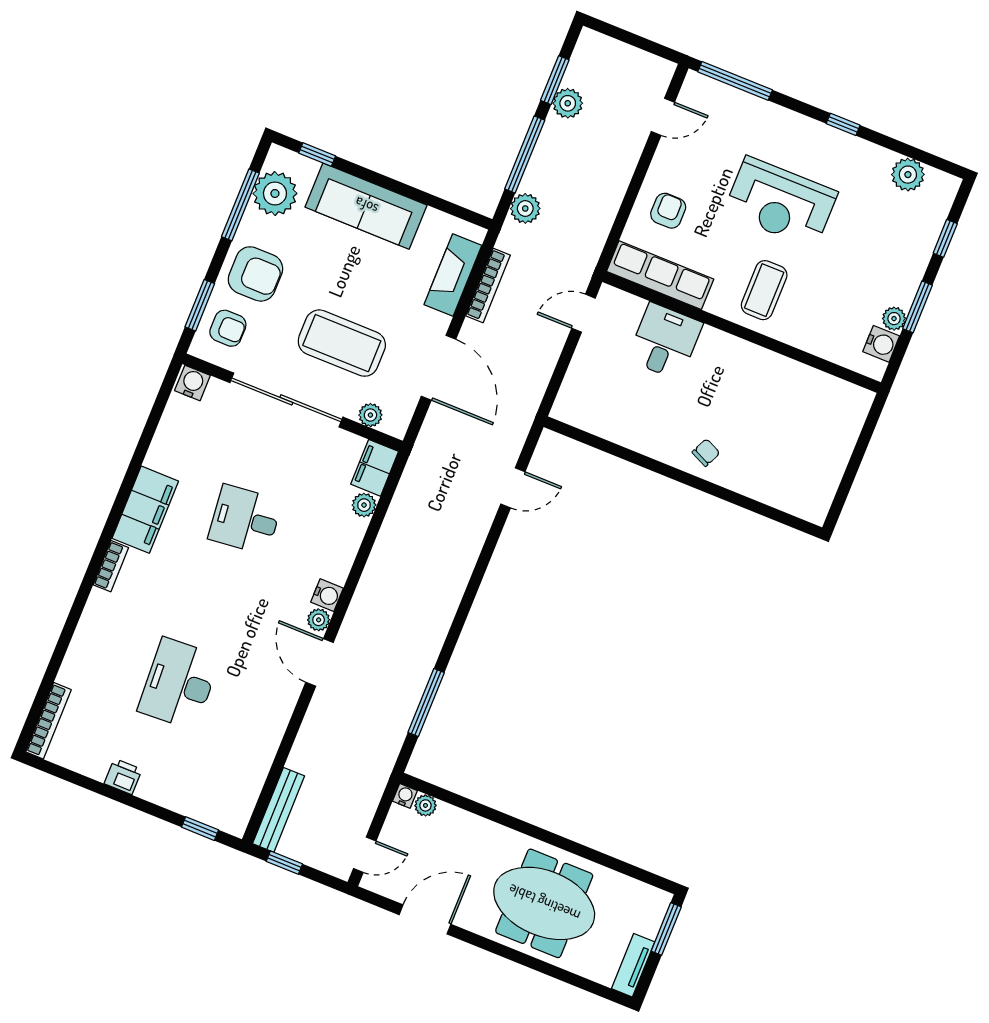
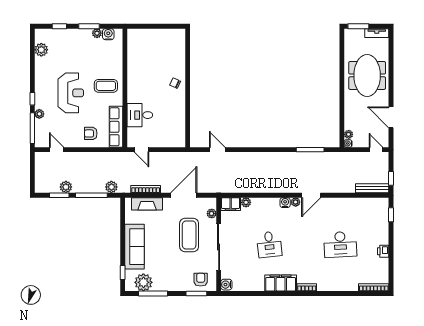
plant: (761, 110) -> (39, 114), added
window: (843, 124) -> (32, 99), moved
armchair: (255, 274) -> (176, 278), removed

